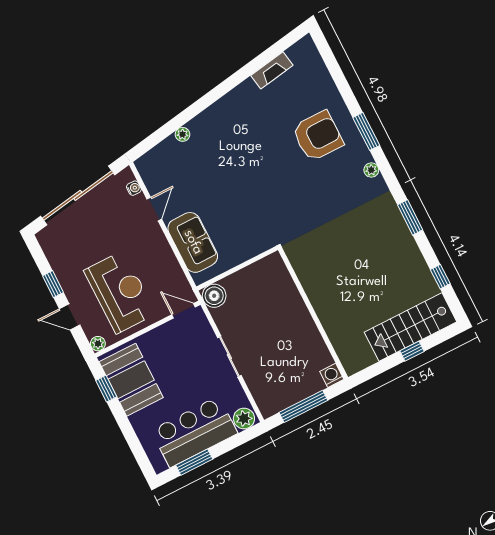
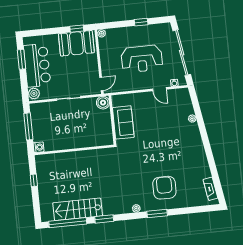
fireplace: (272, 70) -> (210, 189), moved
armchair: (318, 136) -> (164, 188), turned 180
sofa: (193, 242) -> (123, 122), moved, turned -90
window: (440, 277) -> (68, 223), width x3.17
reception desk: (120, 292) -> (142, 59), moved
door: (70, 317) -> (121, 24), removed
stairs: (411, 327) -> (78, 209), moved, turned -90
window: (412, 351) -> (34, 180), moved

